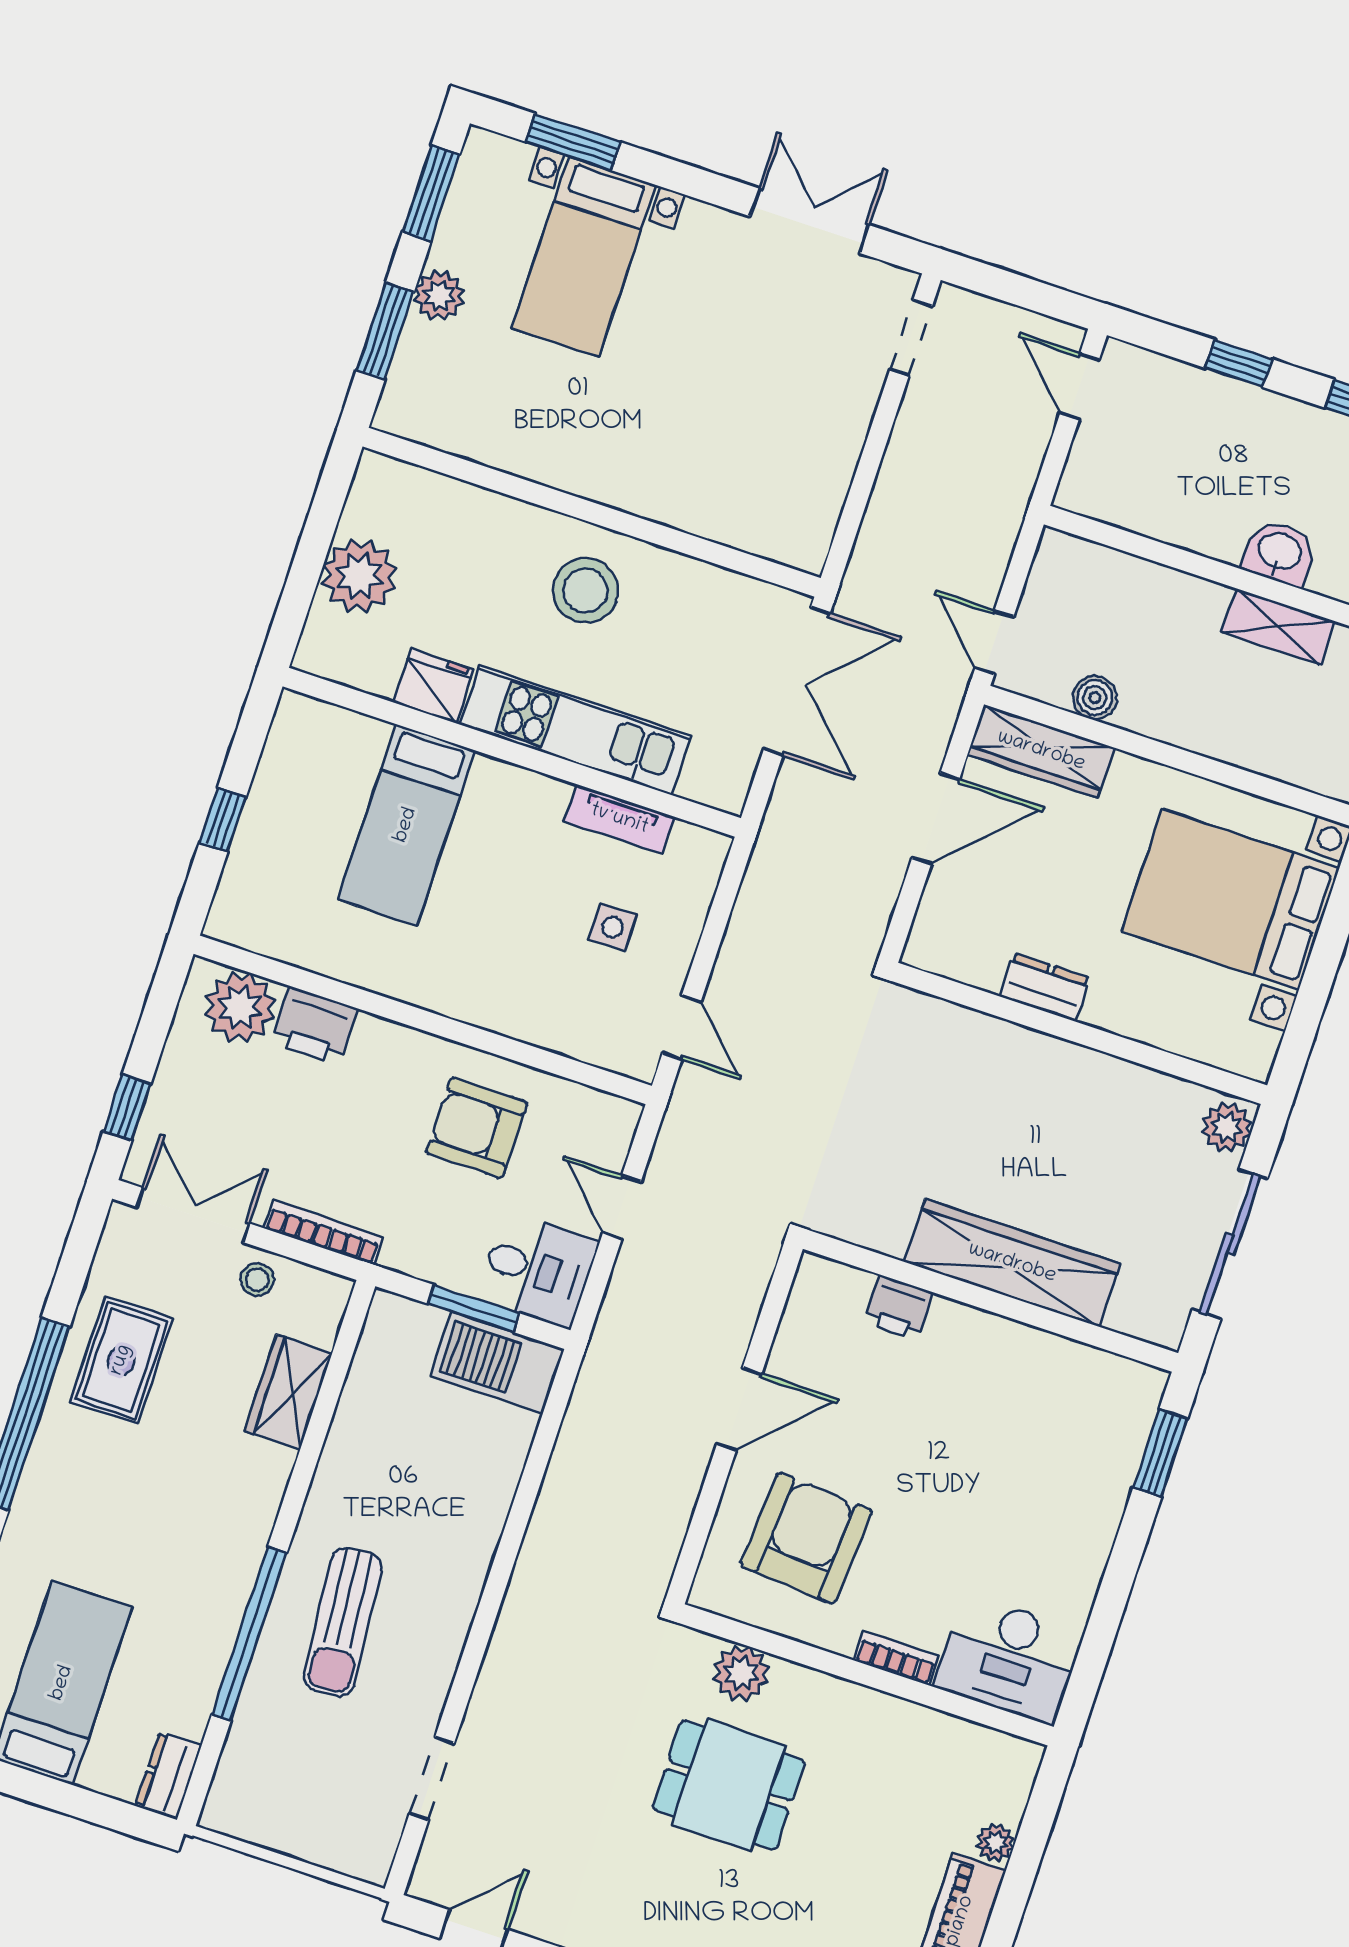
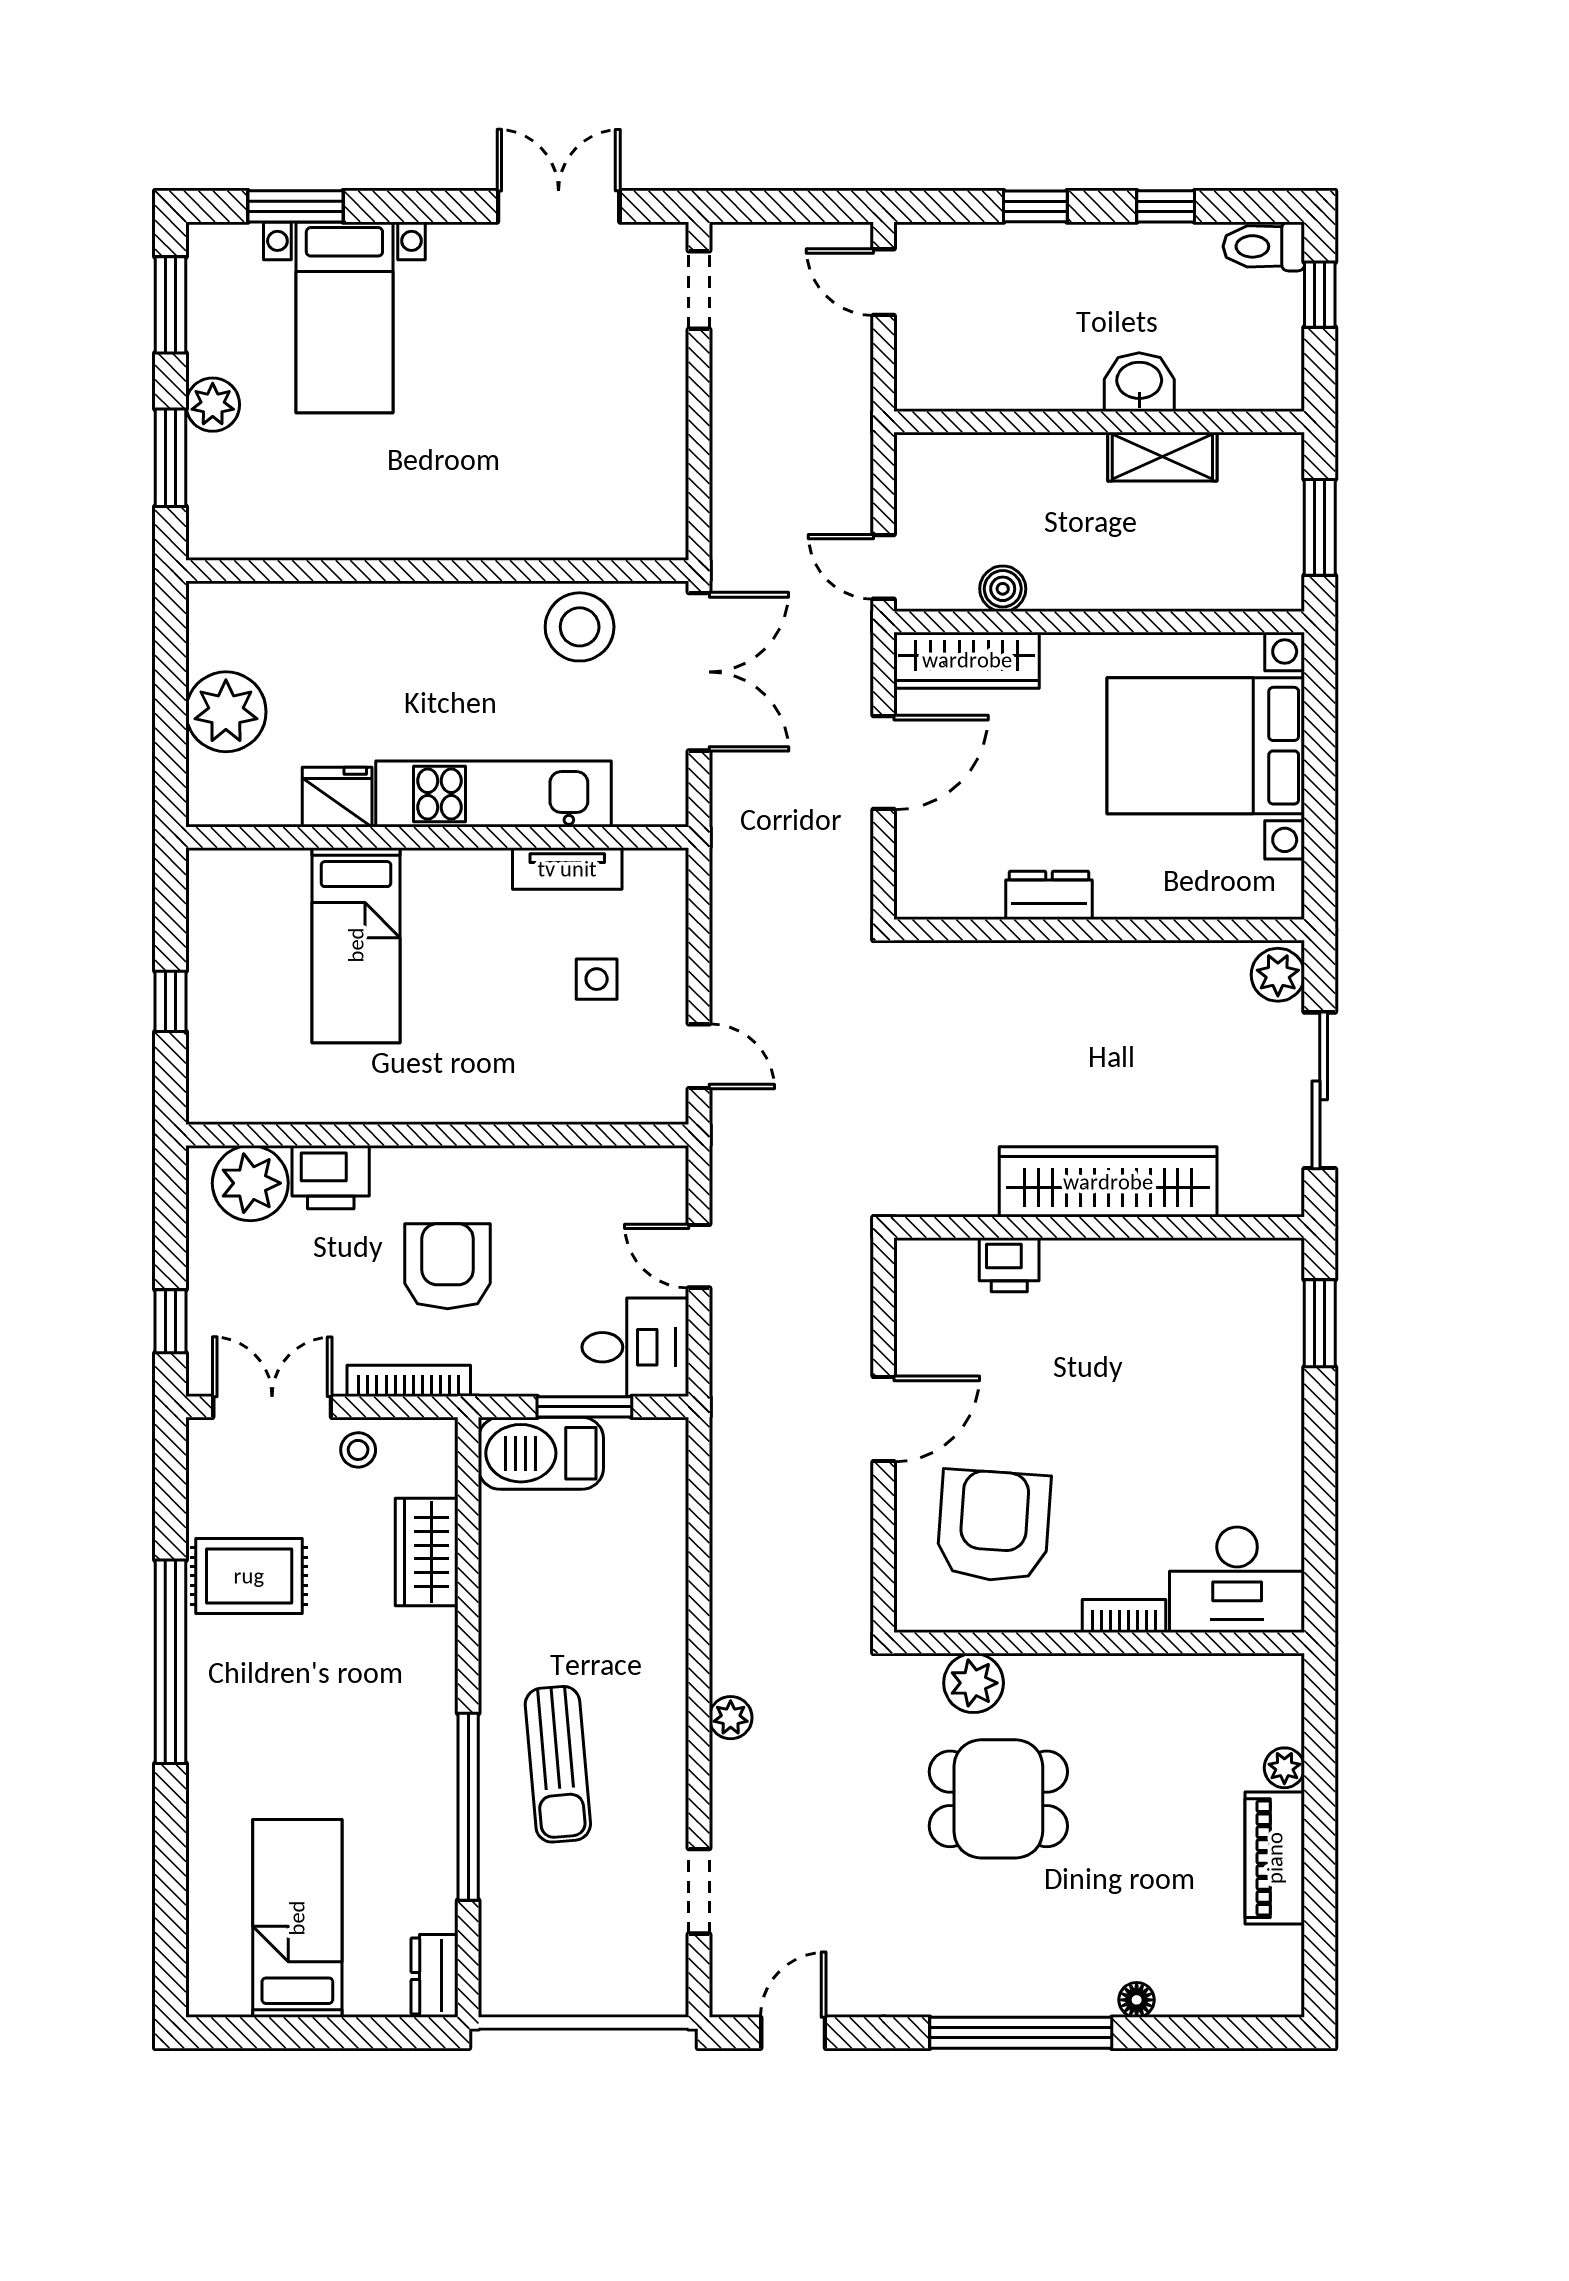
stool: (585, 590) -> (580, 627), moved
armchair: (477, 1128) -> (448, 1266), moved, turned 90
rug: (121, 1360) -> (249, 1576), turned 90
barbecue: (497, 1363) -> (541, 1453), moved
plant: (512, 1632) -> (731, 1718), added

